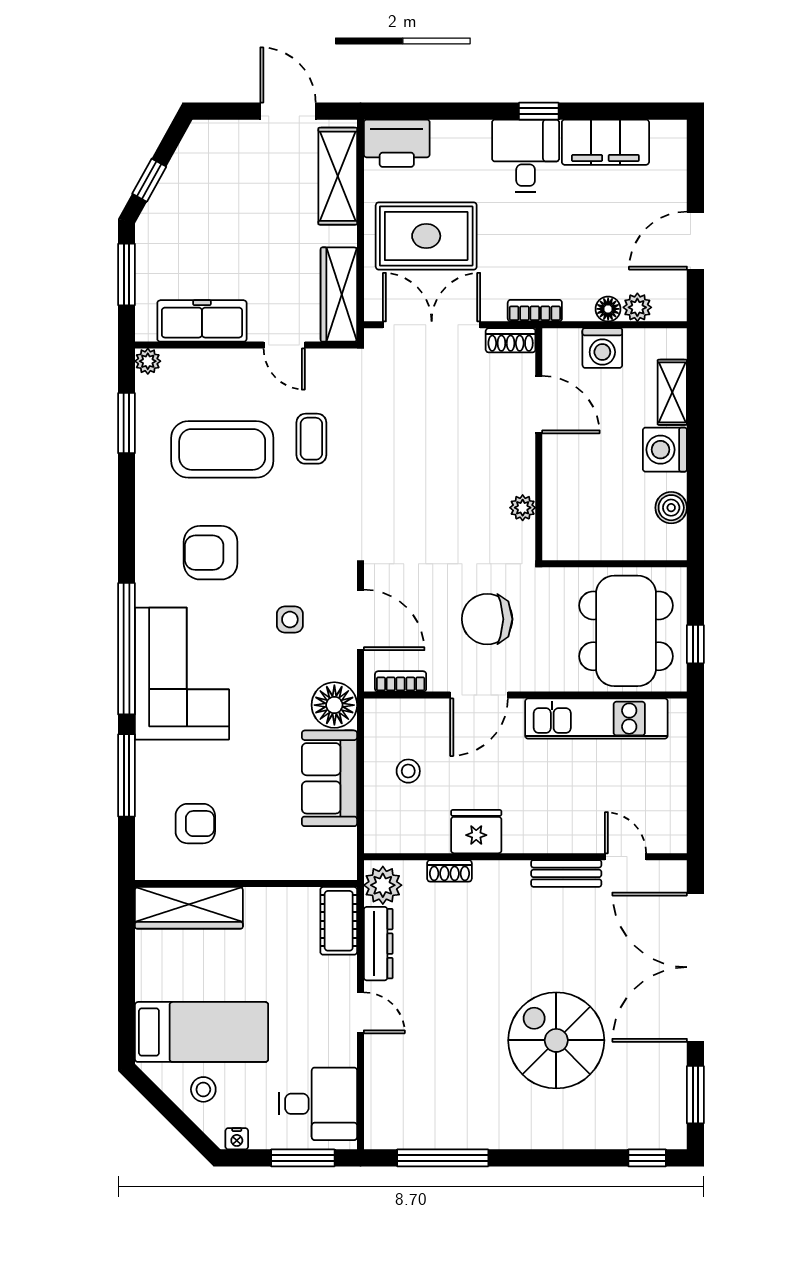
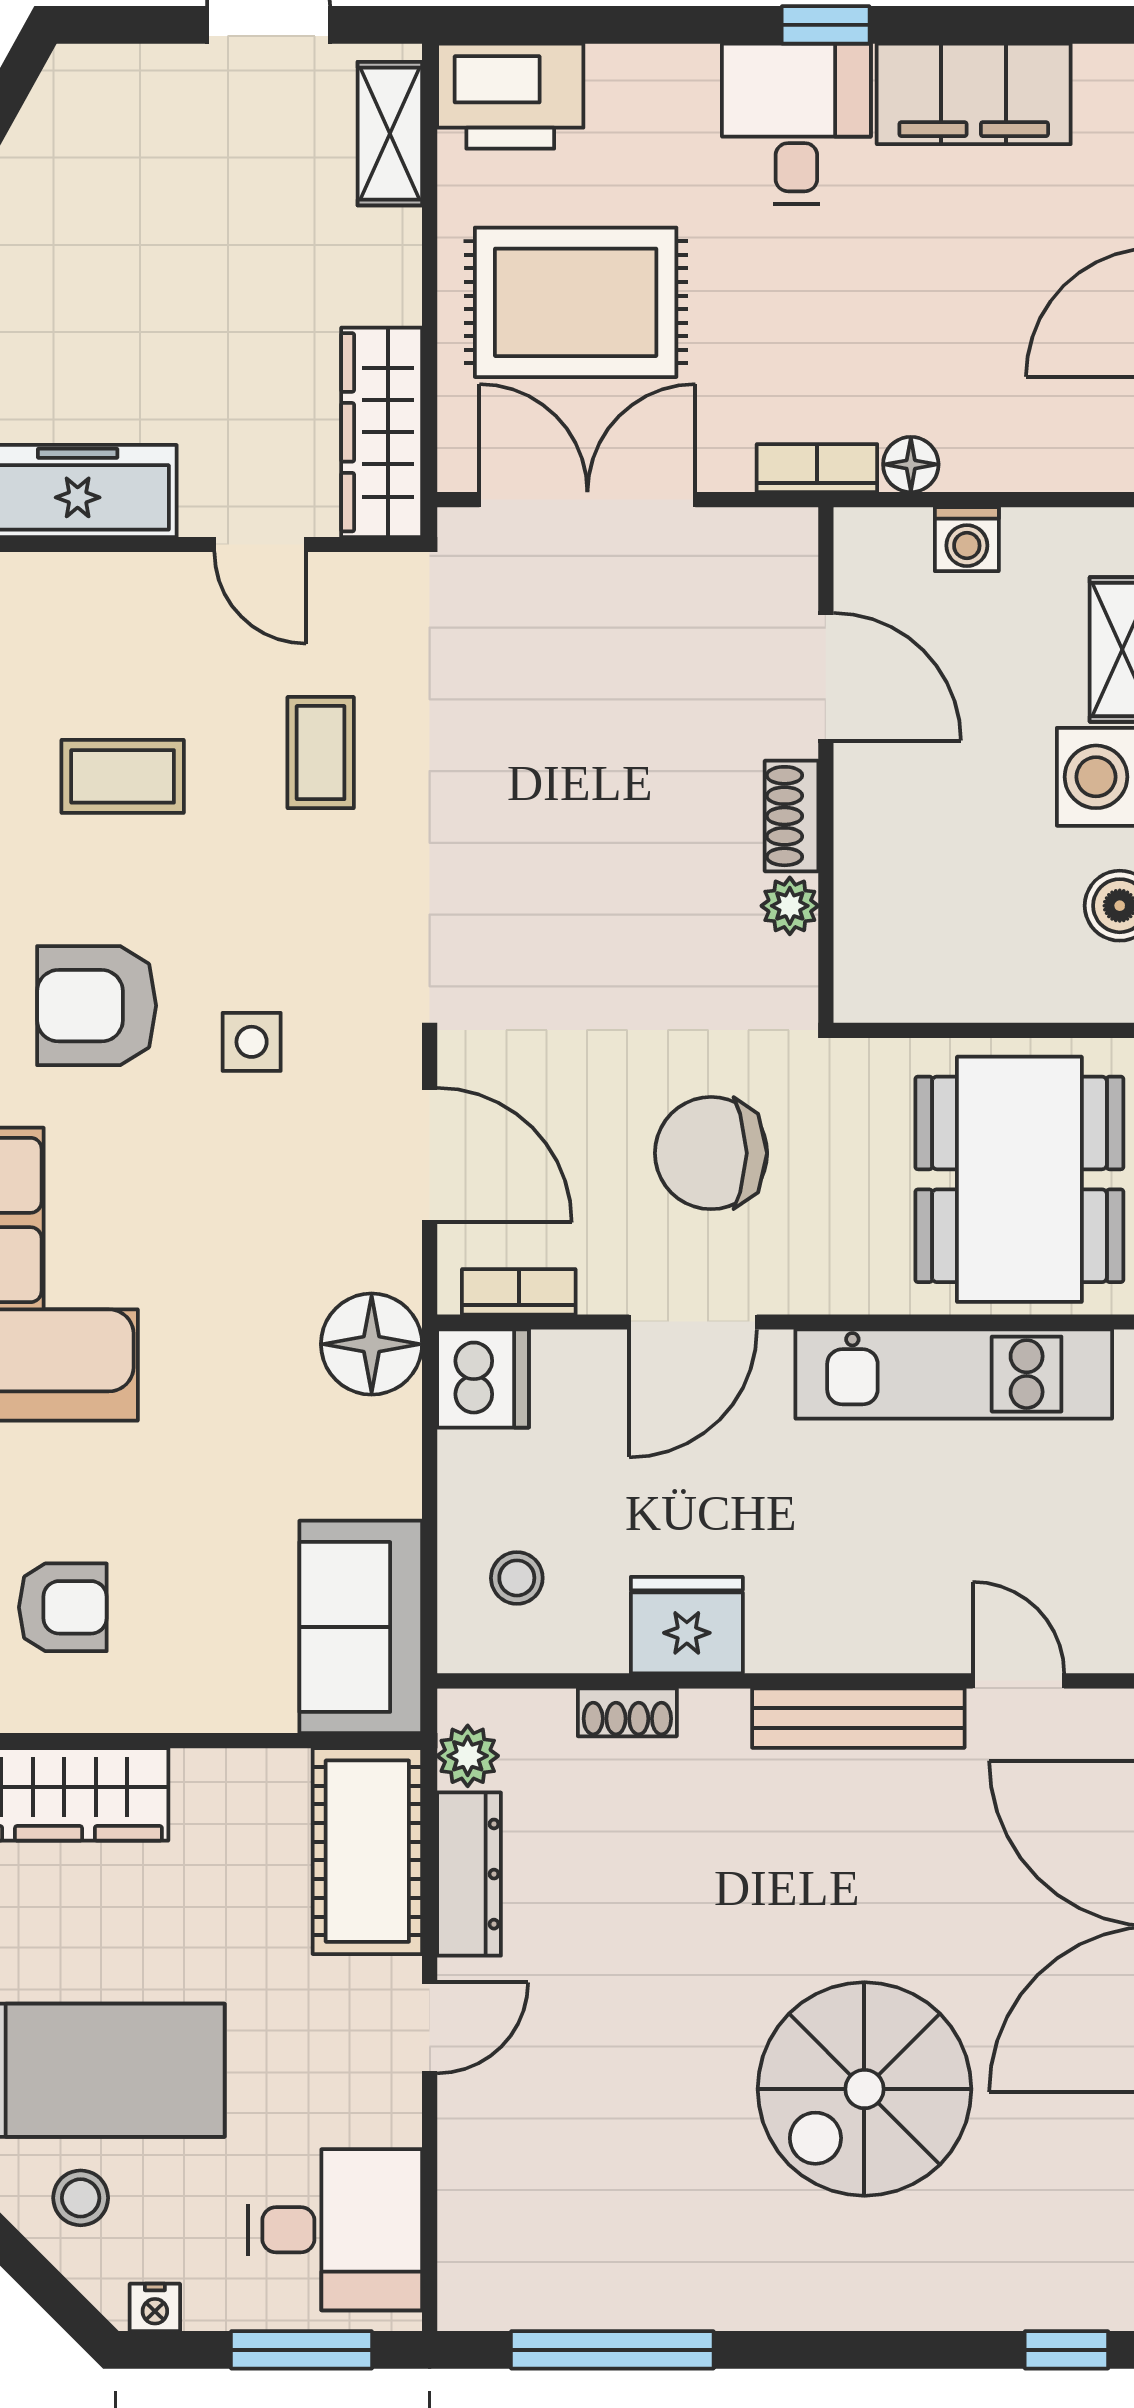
shelving: (338, 176) -> (390, 134), width x0.67, depth x0.75
plant: (637, 307) -> (1045, 461), removed
floor lamp: (608, 309) -> (911, 464), moved
shoe rack: (511, 340) -> (791, 816), moved, turned 90
washing machine: (602, 348) -> (967, 539), width x0.73, depth x0.73
coffee table: (222, 449) -> (123, 776), width x0.54, depth x0.58
side table: (290, 620) -> (252, 1042), moved
dishwasher: (384, 721) -> (483, 1379), added
stool: (408, 771) -> (517, 1578), moved
sofa: (329, 778) -> (361, 1627), moved
bench: (566, 873) -> (858, 1718), width x1.36
plant: (383, 885) -> (468, 1756), width x0.73, depth x0.73
cot: (339, 921) -> (367, 1851), width x1.37, depth x1.34
door: (360, 1013) -> (430, 2028), hinge flipped
spiral stairs: (556, 1040) -> (864, 2089), turned -90

